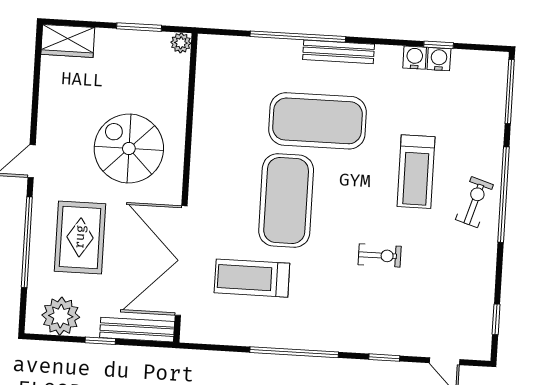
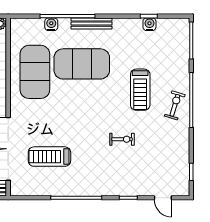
water cooler: (415, 58) -> (51, 24), moved
exercise mat: (286, 200) -> (35, 72), moved

